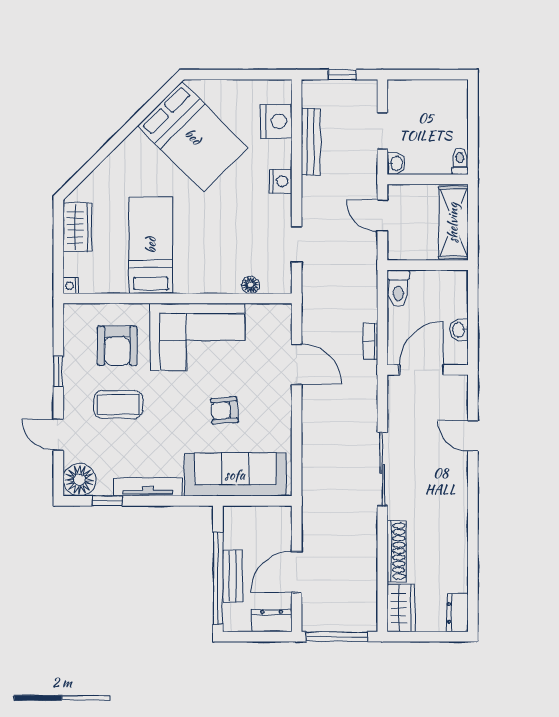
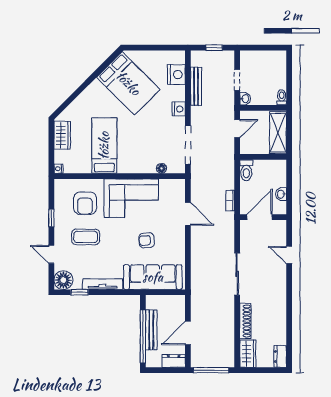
door: (382, 216) -> (237, 129), swing flipped
doorway: (297, 244) -> (188, 145), width x1.88
bench: (233, 576) -> (151, 330), width x1.36

